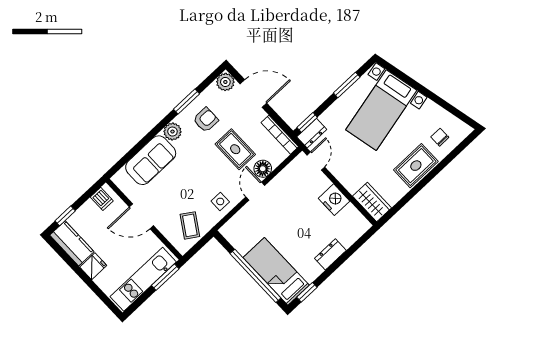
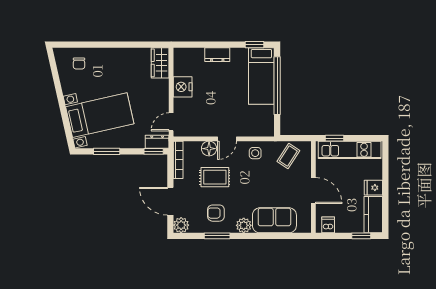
rug: (235, 149) -> (215, 177), turned 90
rug: (416, 166) -> (111, 60), removed
window: (165, 277) -> (334, 138), width x0.67

